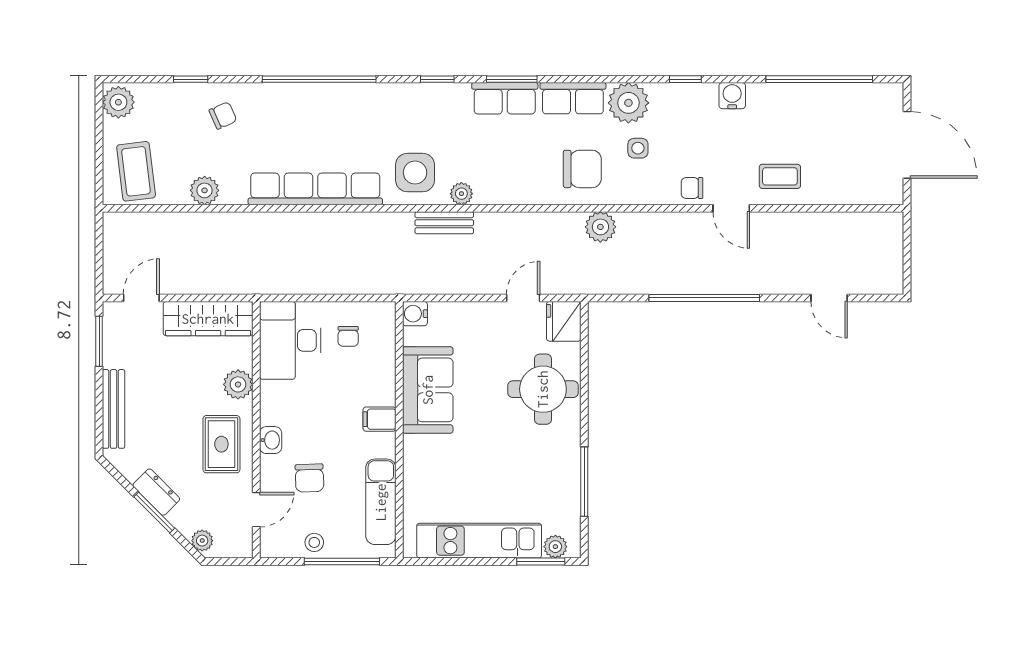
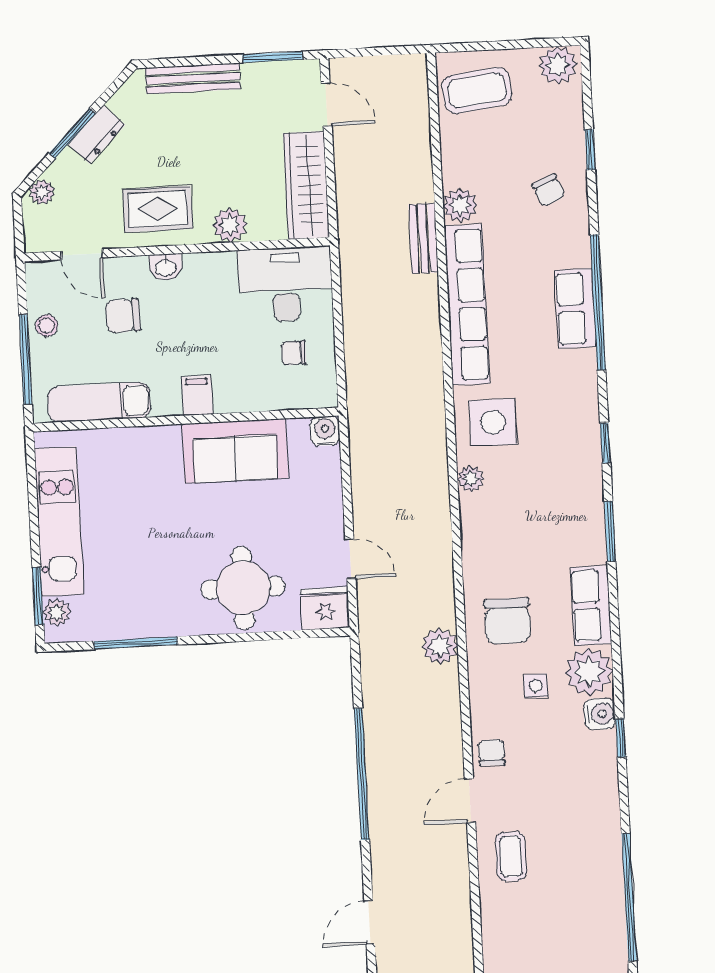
water cooler: (732, 96) -> (600, 714), moved
row of seats: (505, 98) -> (575, 308), moved
plant: (205, 190) -> (460, 205), moved
bench: (444, 223) -> (423, 238), moved

